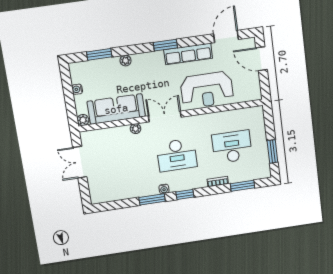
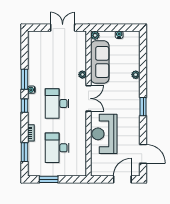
window: (99, 54) -> (143, 56), removed
row of seats: (188, 54) -> (134, 123), removed
desk: (232, 147) -> (57, 148), turned 180

